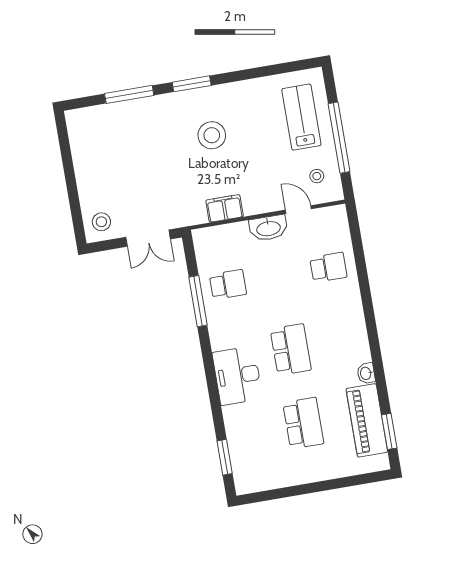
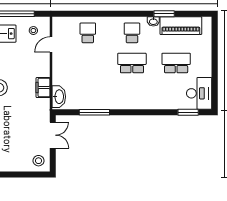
washbasin: (268, 228) -> (59, 97), moved
school desk: (228, 285) -> (132, 33), moved
desk: (237, 376) -> (199, 93), moved, turned -90
window: (389, 431) -> (164, 14), moved

